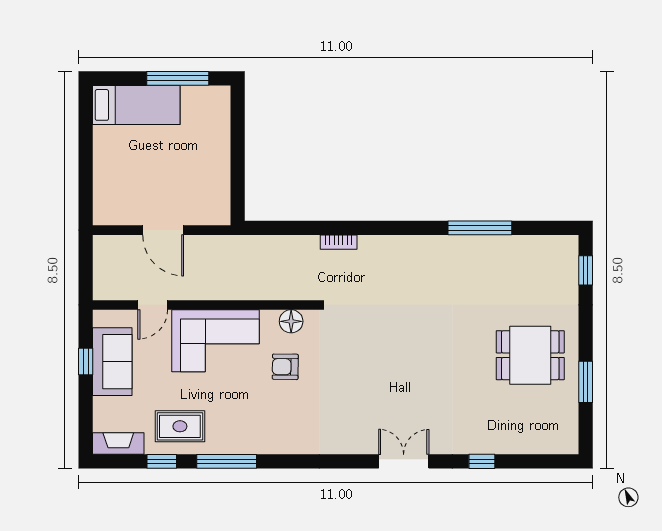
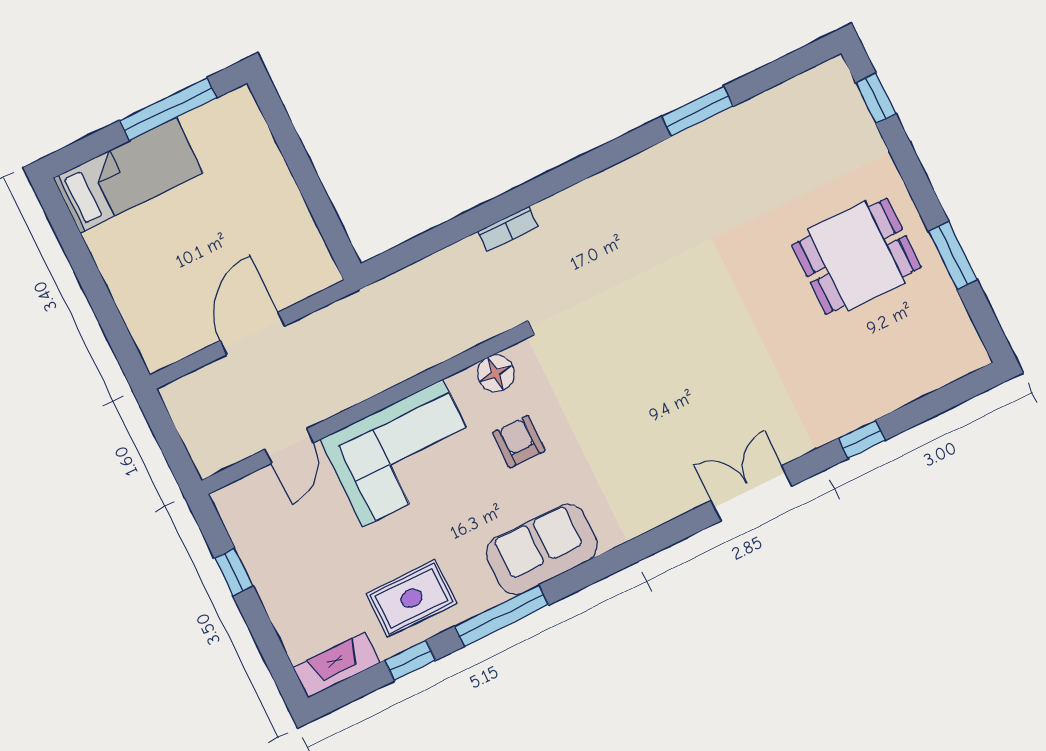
window: (480, 228) -> (697, 111), width x0.69
door: (163, 230) -> (252, 333), swing flipped
sofa: (112, 362) -> (542, 549), moved, turned -90
armchair: (285, 367) -> (519, 442), turned 89

